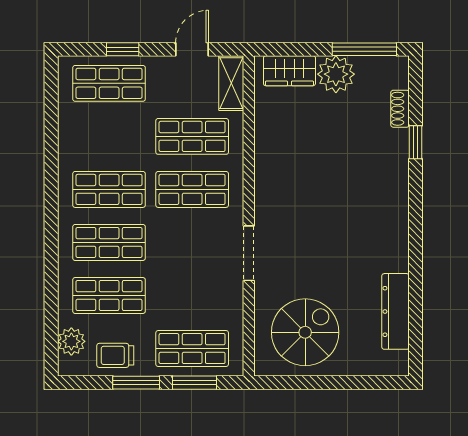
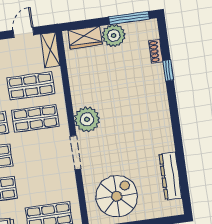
plant: (275, 202) -> (87, 119), added

